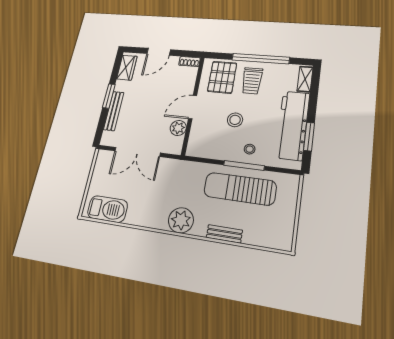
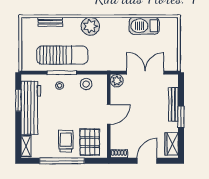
stool: (235, 120) -> (86, 84), moved
plant: (178, 128) -> (117, 81), moved
barbecue: (107, 209) -> (144, 26), moved
plant: (181, 220) -> (90, 26), moved
bench: (224, 234) -> (50, 22), moved

